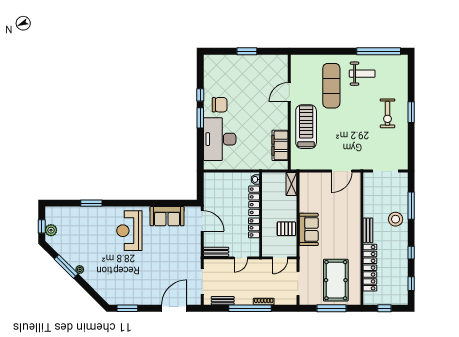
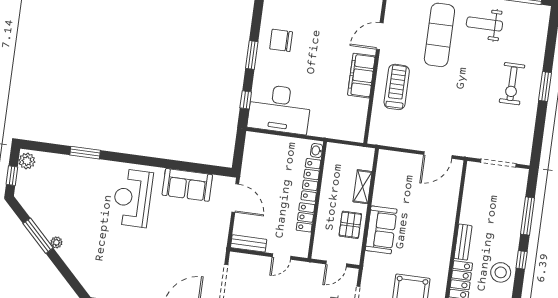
weight bench: (362, 74) -> (484, 24), turned 180
window: (200, 95) -> (246, 100), moved
chair: (220, 105) -> (281, 40), turned 180
treadmill: (306, 127) -> (397, 87), width x0.73, depth x0.73
desk: (220, 139) -> (279, 109), moved, turned -90
filing cabinet: (280, 145) -> (361, 76), moved
shelving: (291, 184) -> (363, 187), moved
stool: (396, 219) -> (501, 272), moved
pallet: (286, 229) -> (350, 225), turned 90
plant: (51, 230) -> (27, 161), moved
window: (411, 253) -> (522, 260), moved

